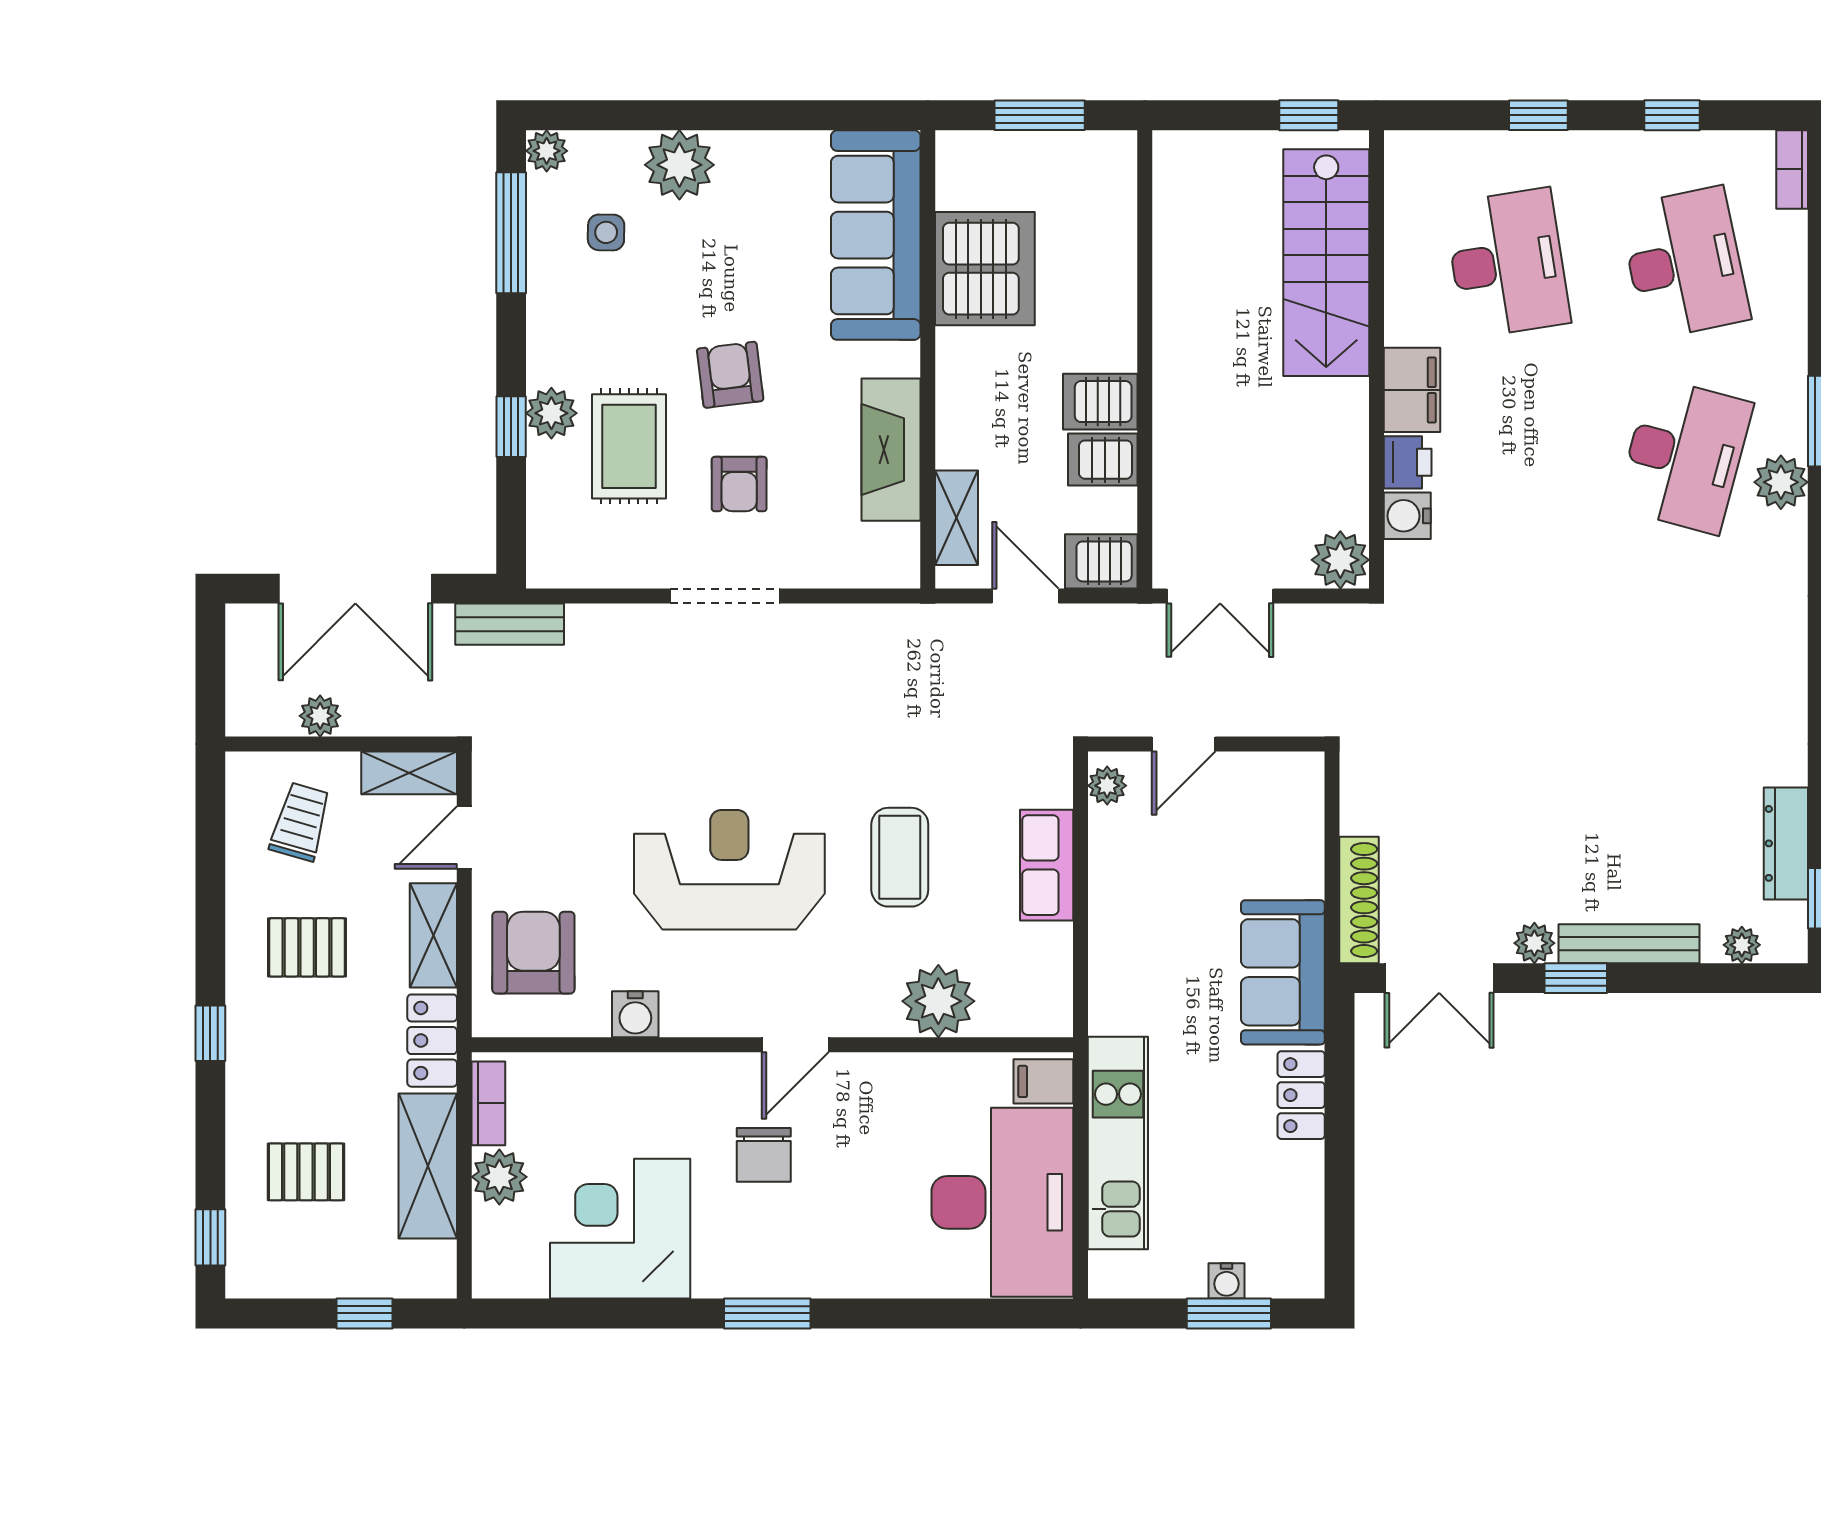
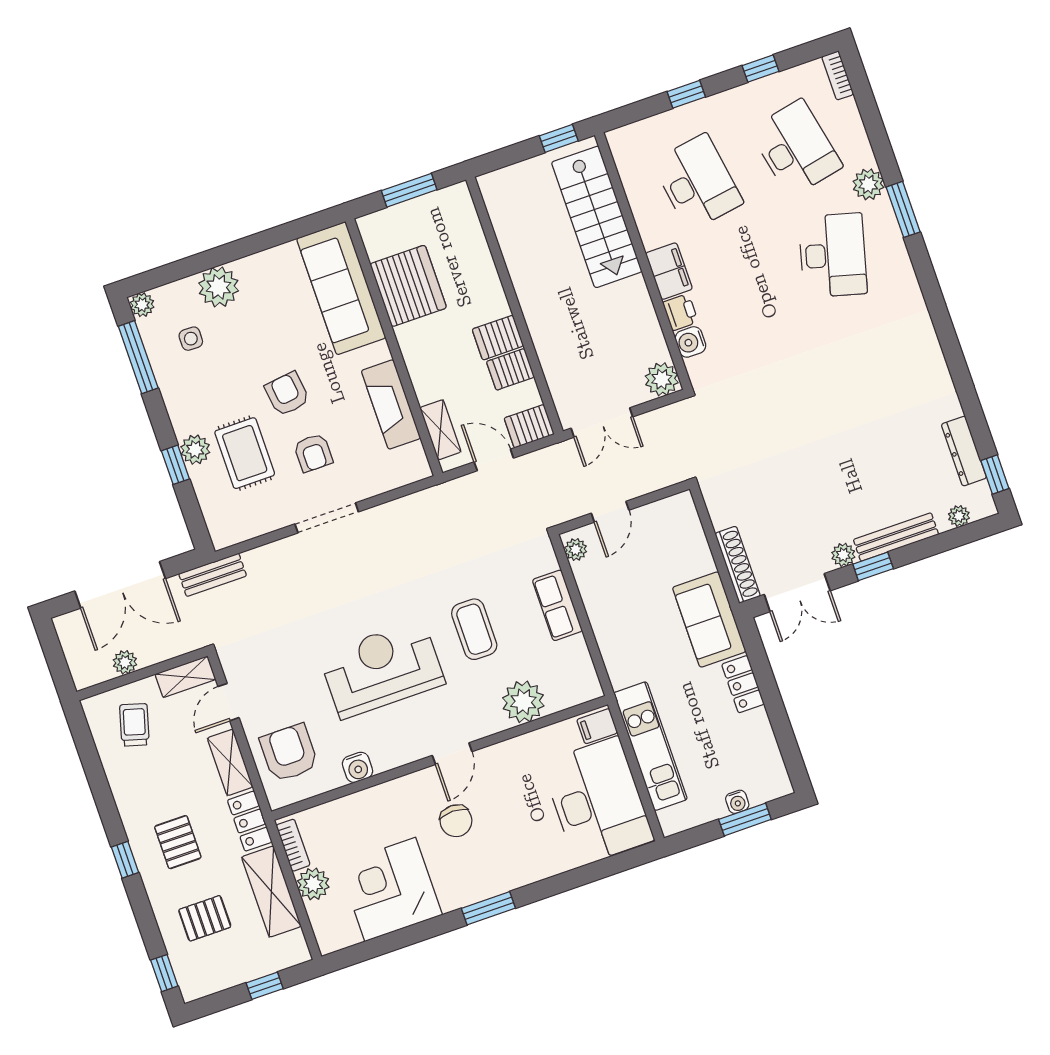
plant: (1781, 482) -> (868, 184), moved
pallet: (307, 947) -> (178, 842), moved, turned 90

